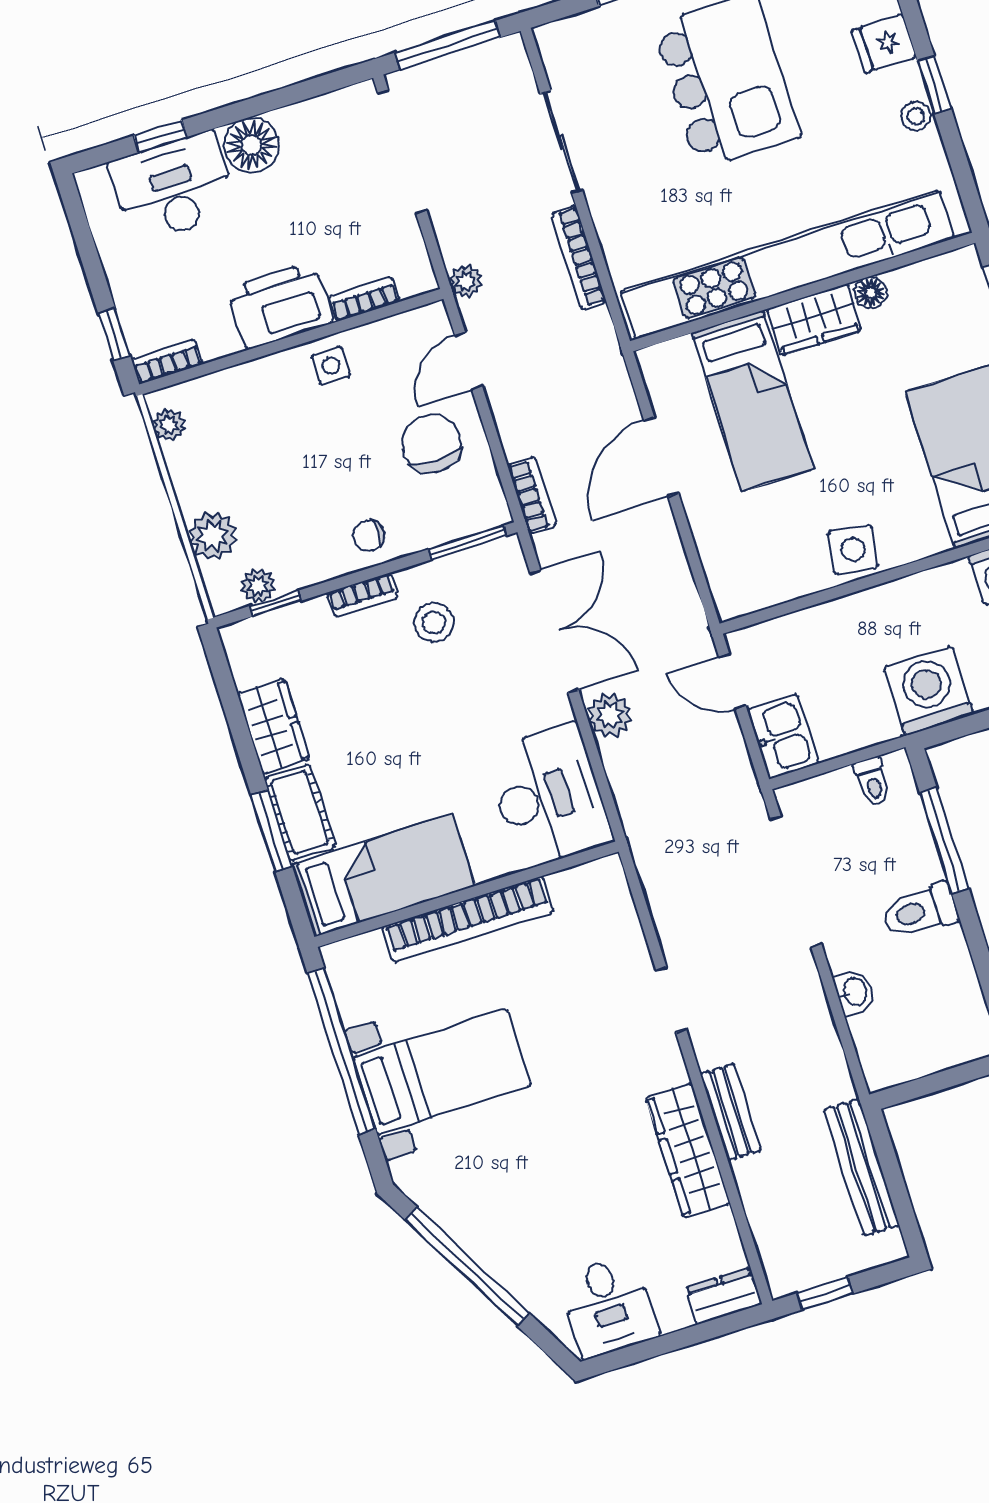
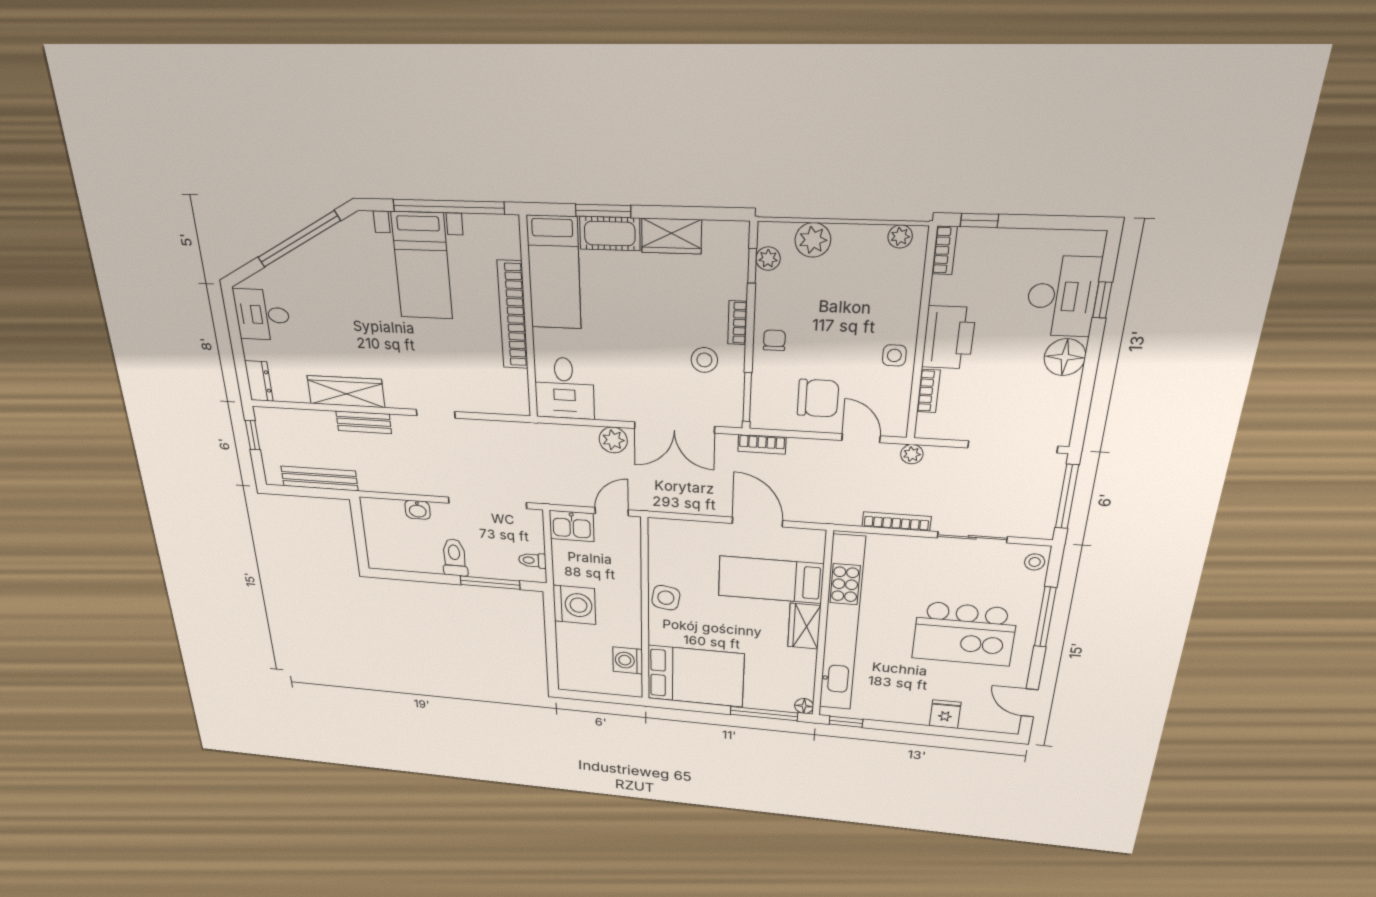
window: (934, 85) -> (846, 722), moved
stool: (916, 116) -> (1035, 562), moved
floor lamp: (870, 292) -> (804, 706), moved
desk: (549, 796) -> (564, 388), width x0.73

